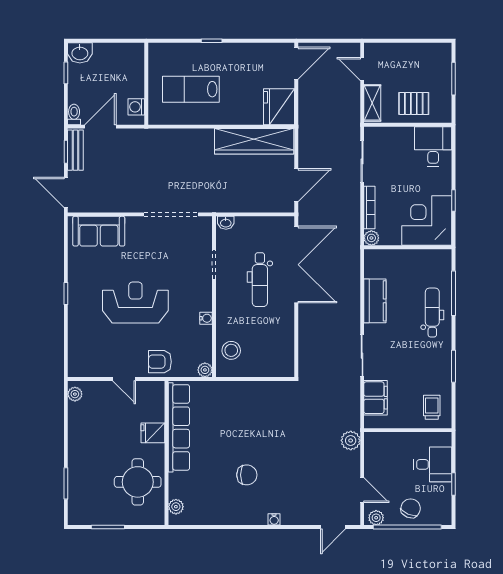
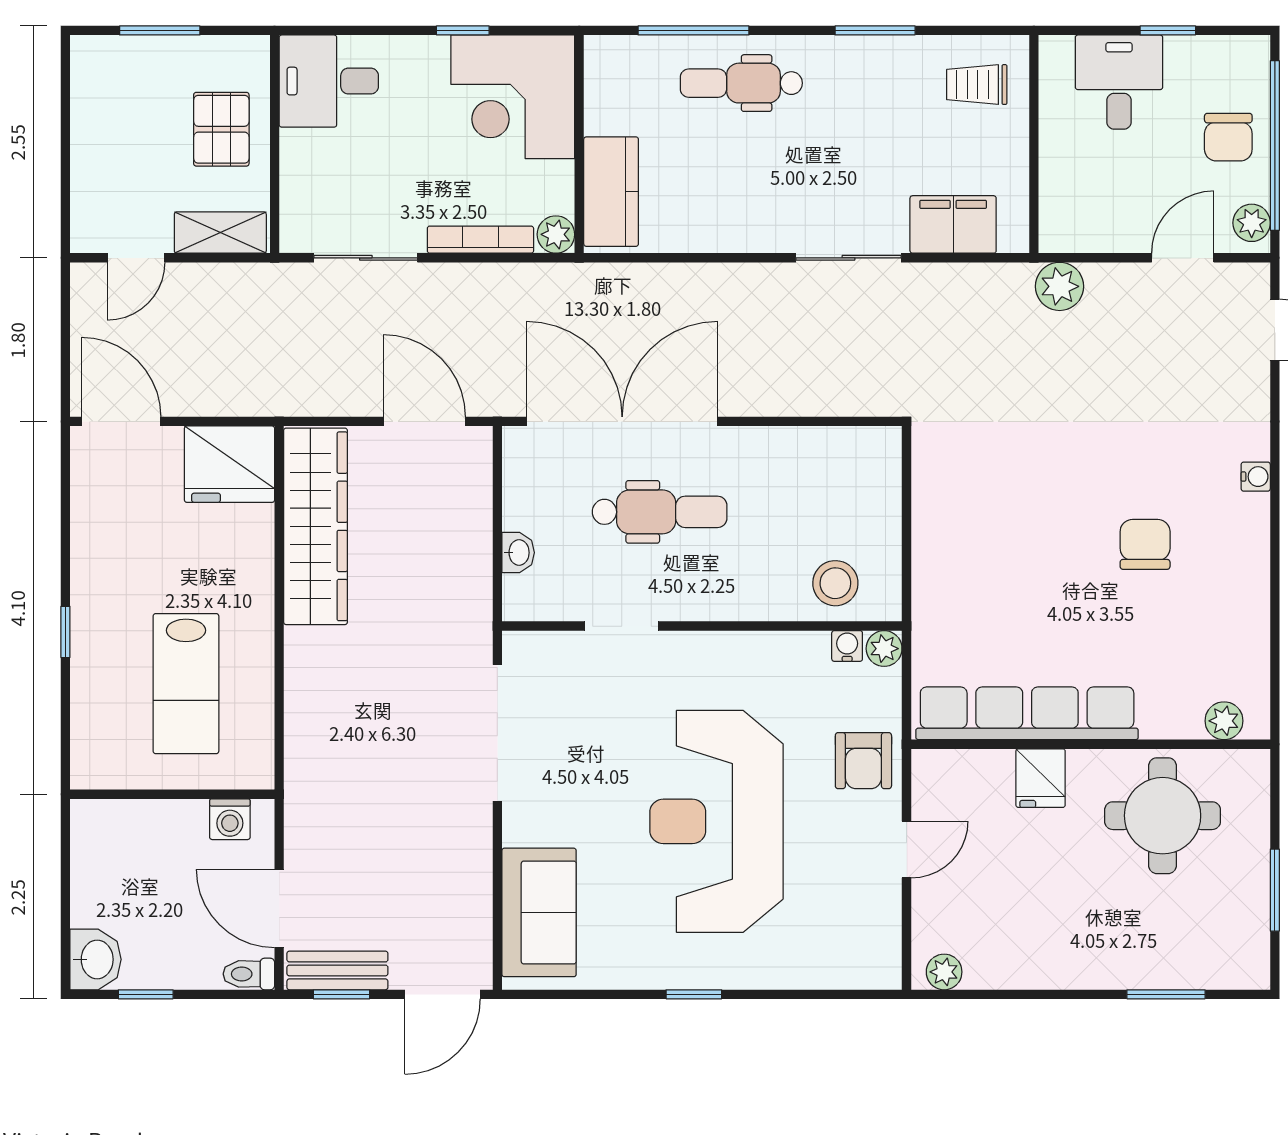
washbasin: (226, 223) -> (518, 553), moved
kitchen counter: (375, 301) -> (611, 192), moved, turned 90
reception desk: (135, 302) -> (716, 821), width x1.36, depth x1.30
water cooler: (206, 318) -> (847, 646), moved
chair: (411, 508) -> (1228, 137), turned -113

